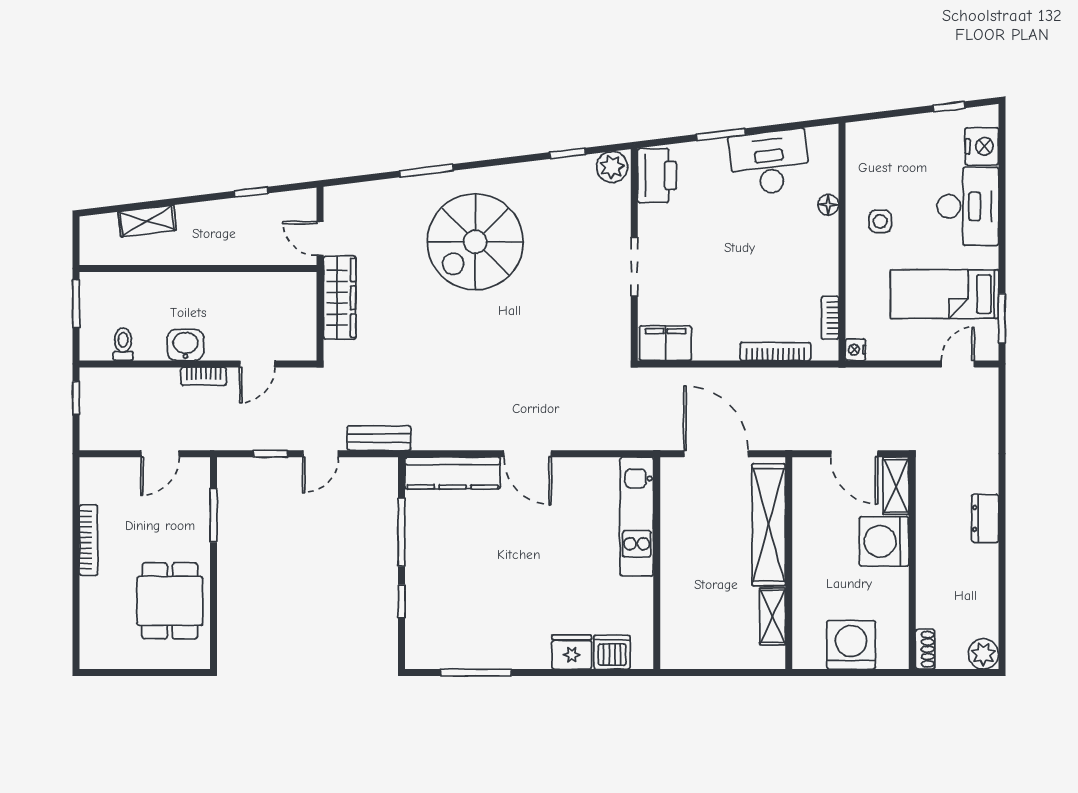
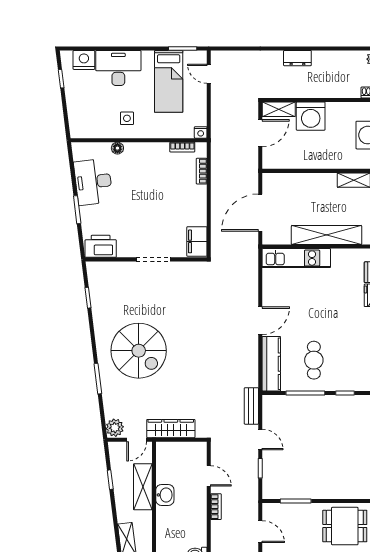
plant: (612, 167) -> (115, 428), moved
shelving: (238, 249) -> (143, 487), added
washbasin: (185, 345) -> (165, 495), moved, turned 180
bookcase: (775, 351) -> (202, 171), width x0.64
shelving: (769, 525) -> (327, 235), moved
cafe table: (459, 547) -> (314, 360), added

